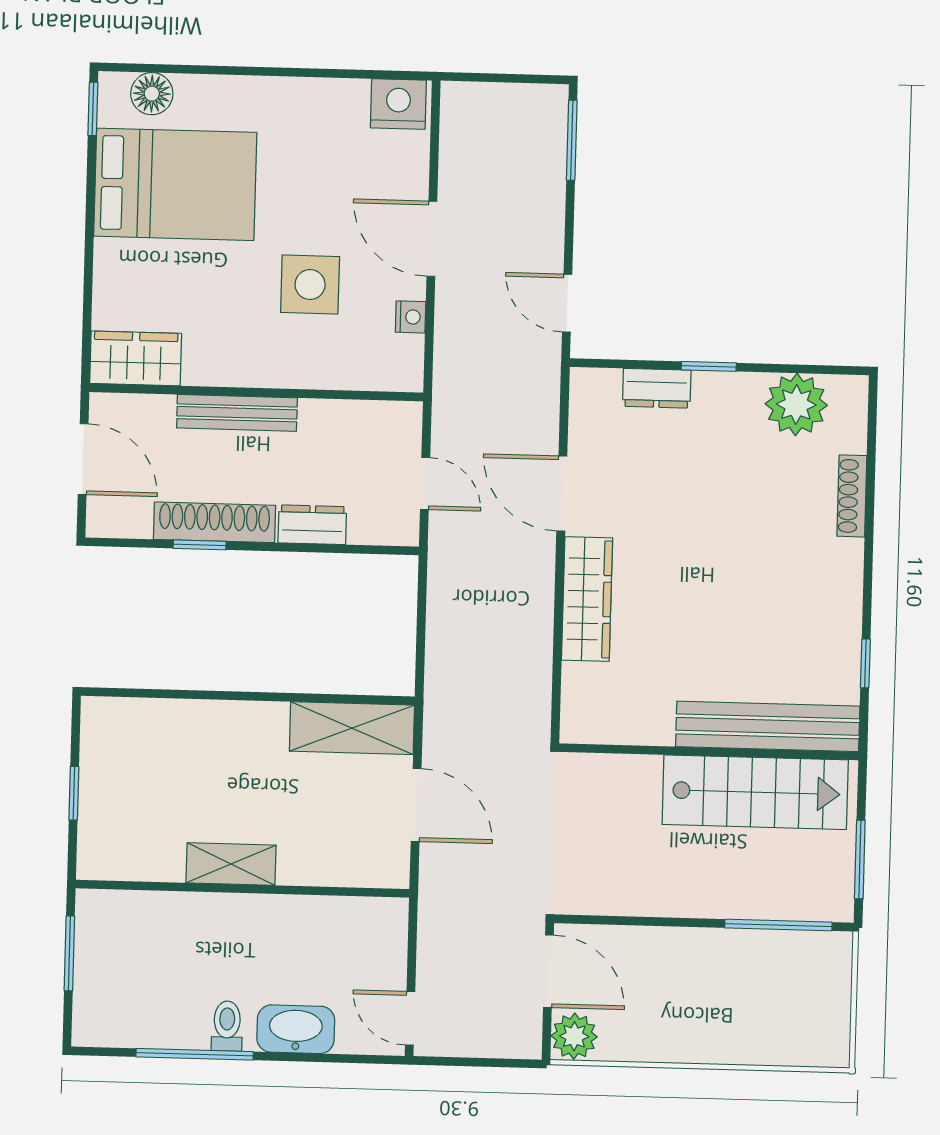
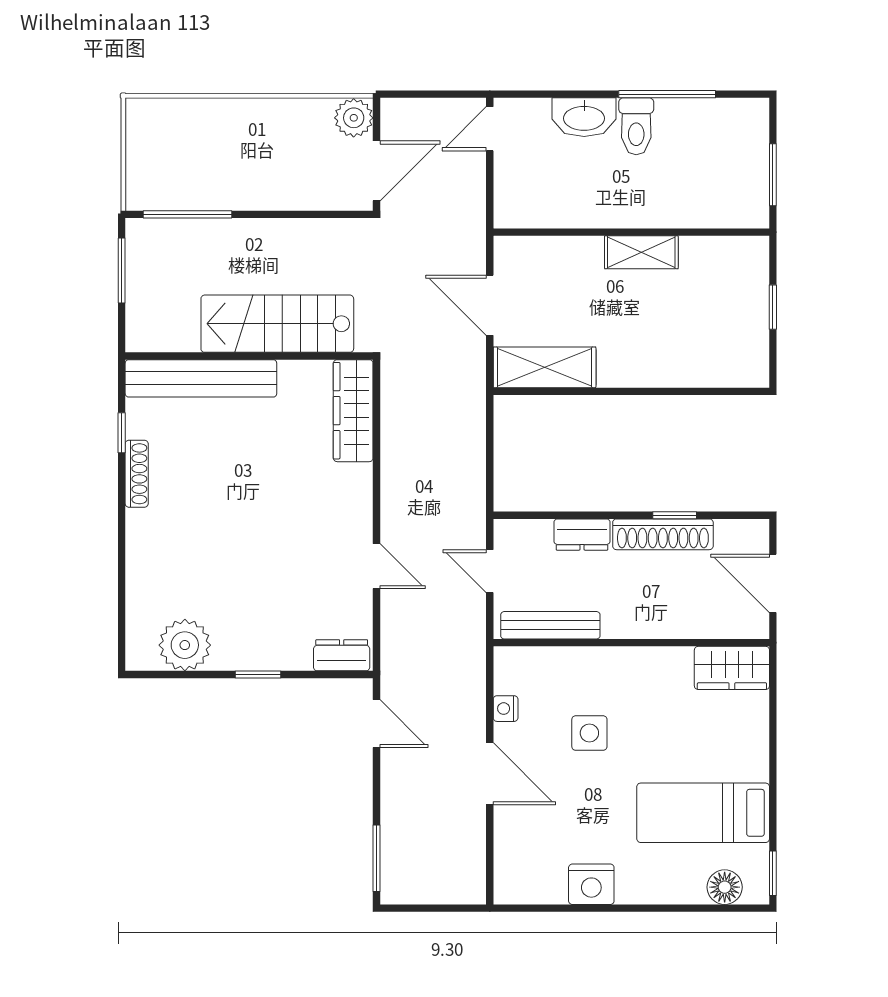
nightstand: (398, 104) -> (591, 884), moved
bed: (175, 184) -> (703, 813), width x0.67
side table: (310, 285) -> (589, 733), width x0.73, depth x0.73
dresser: (657, 388) -> (342, 655), moved
bench: (237, 413) -> (550, 625), moved
door: (562, 493) -> (377, 566), width x0.73
shoe rack: (852, 496) -> (137, 474), moved
wardrobe: (587, 599) -> (353, 411), moved
stairs: (755, 792) -> (277, 324), moved
door: (548, 971) -> (377, 171), swing flipped
door: (410, 1018) -> (490, 129), swing flipped
toilet: (227, 1026) -> (636, 126), width x1.37, depth x1.39

